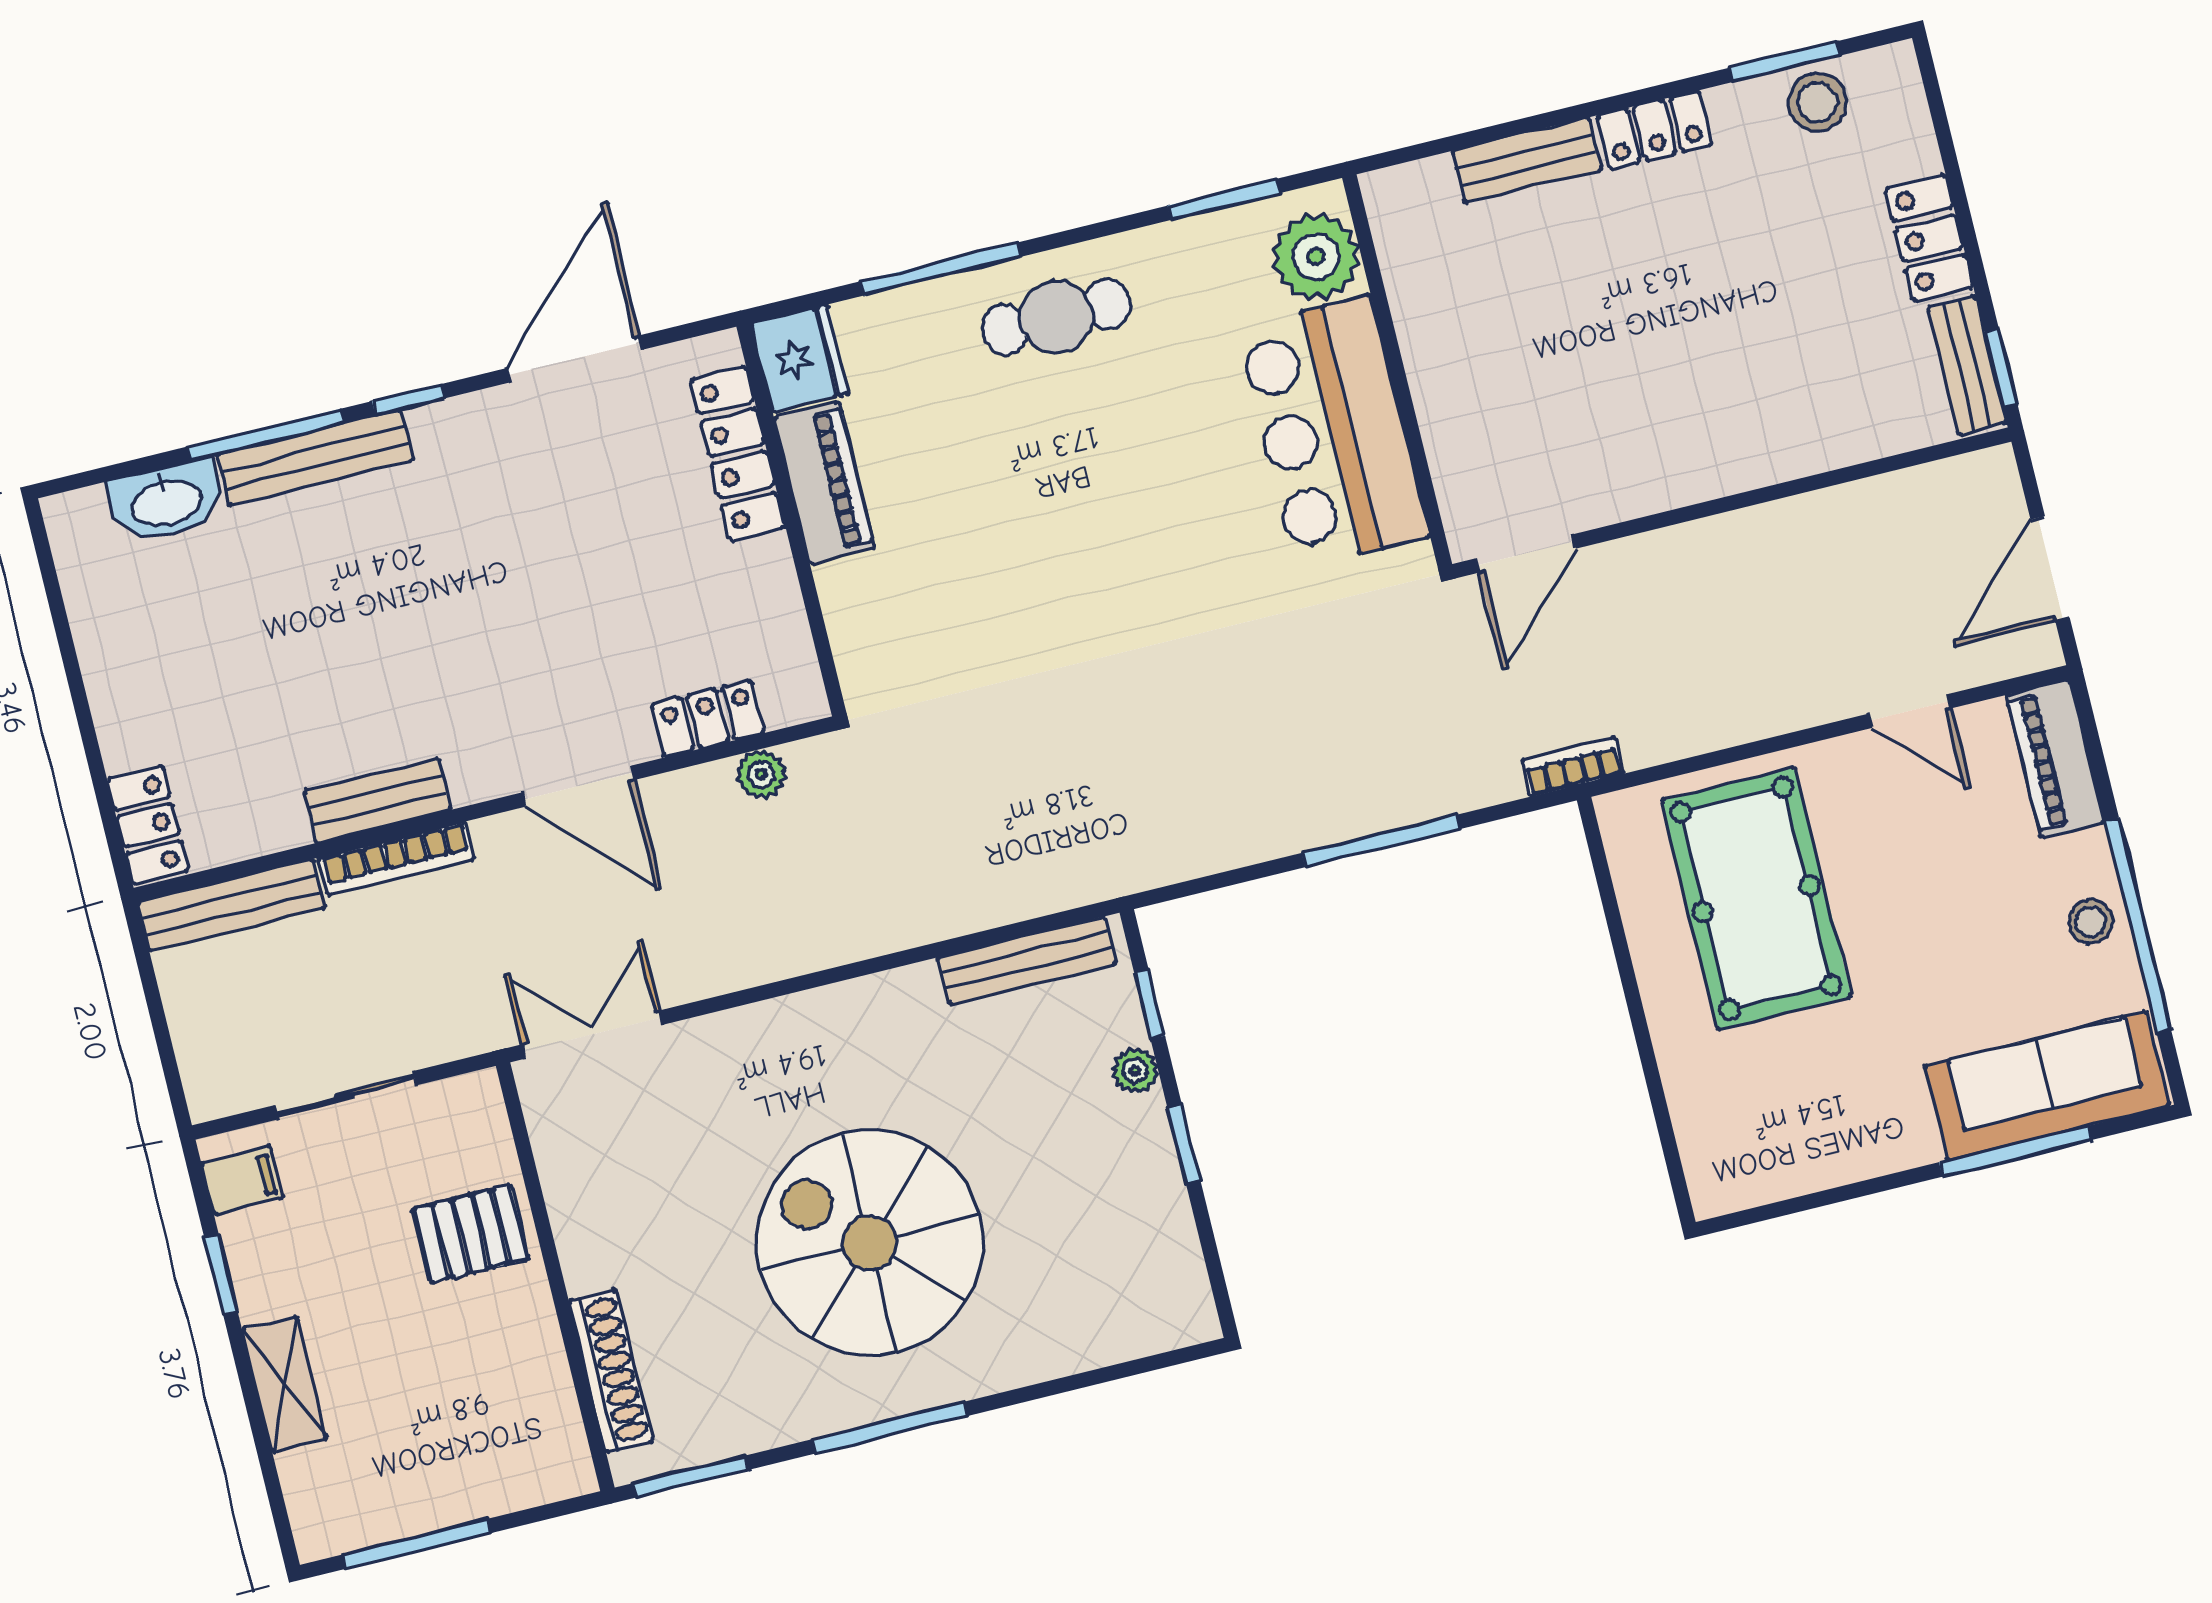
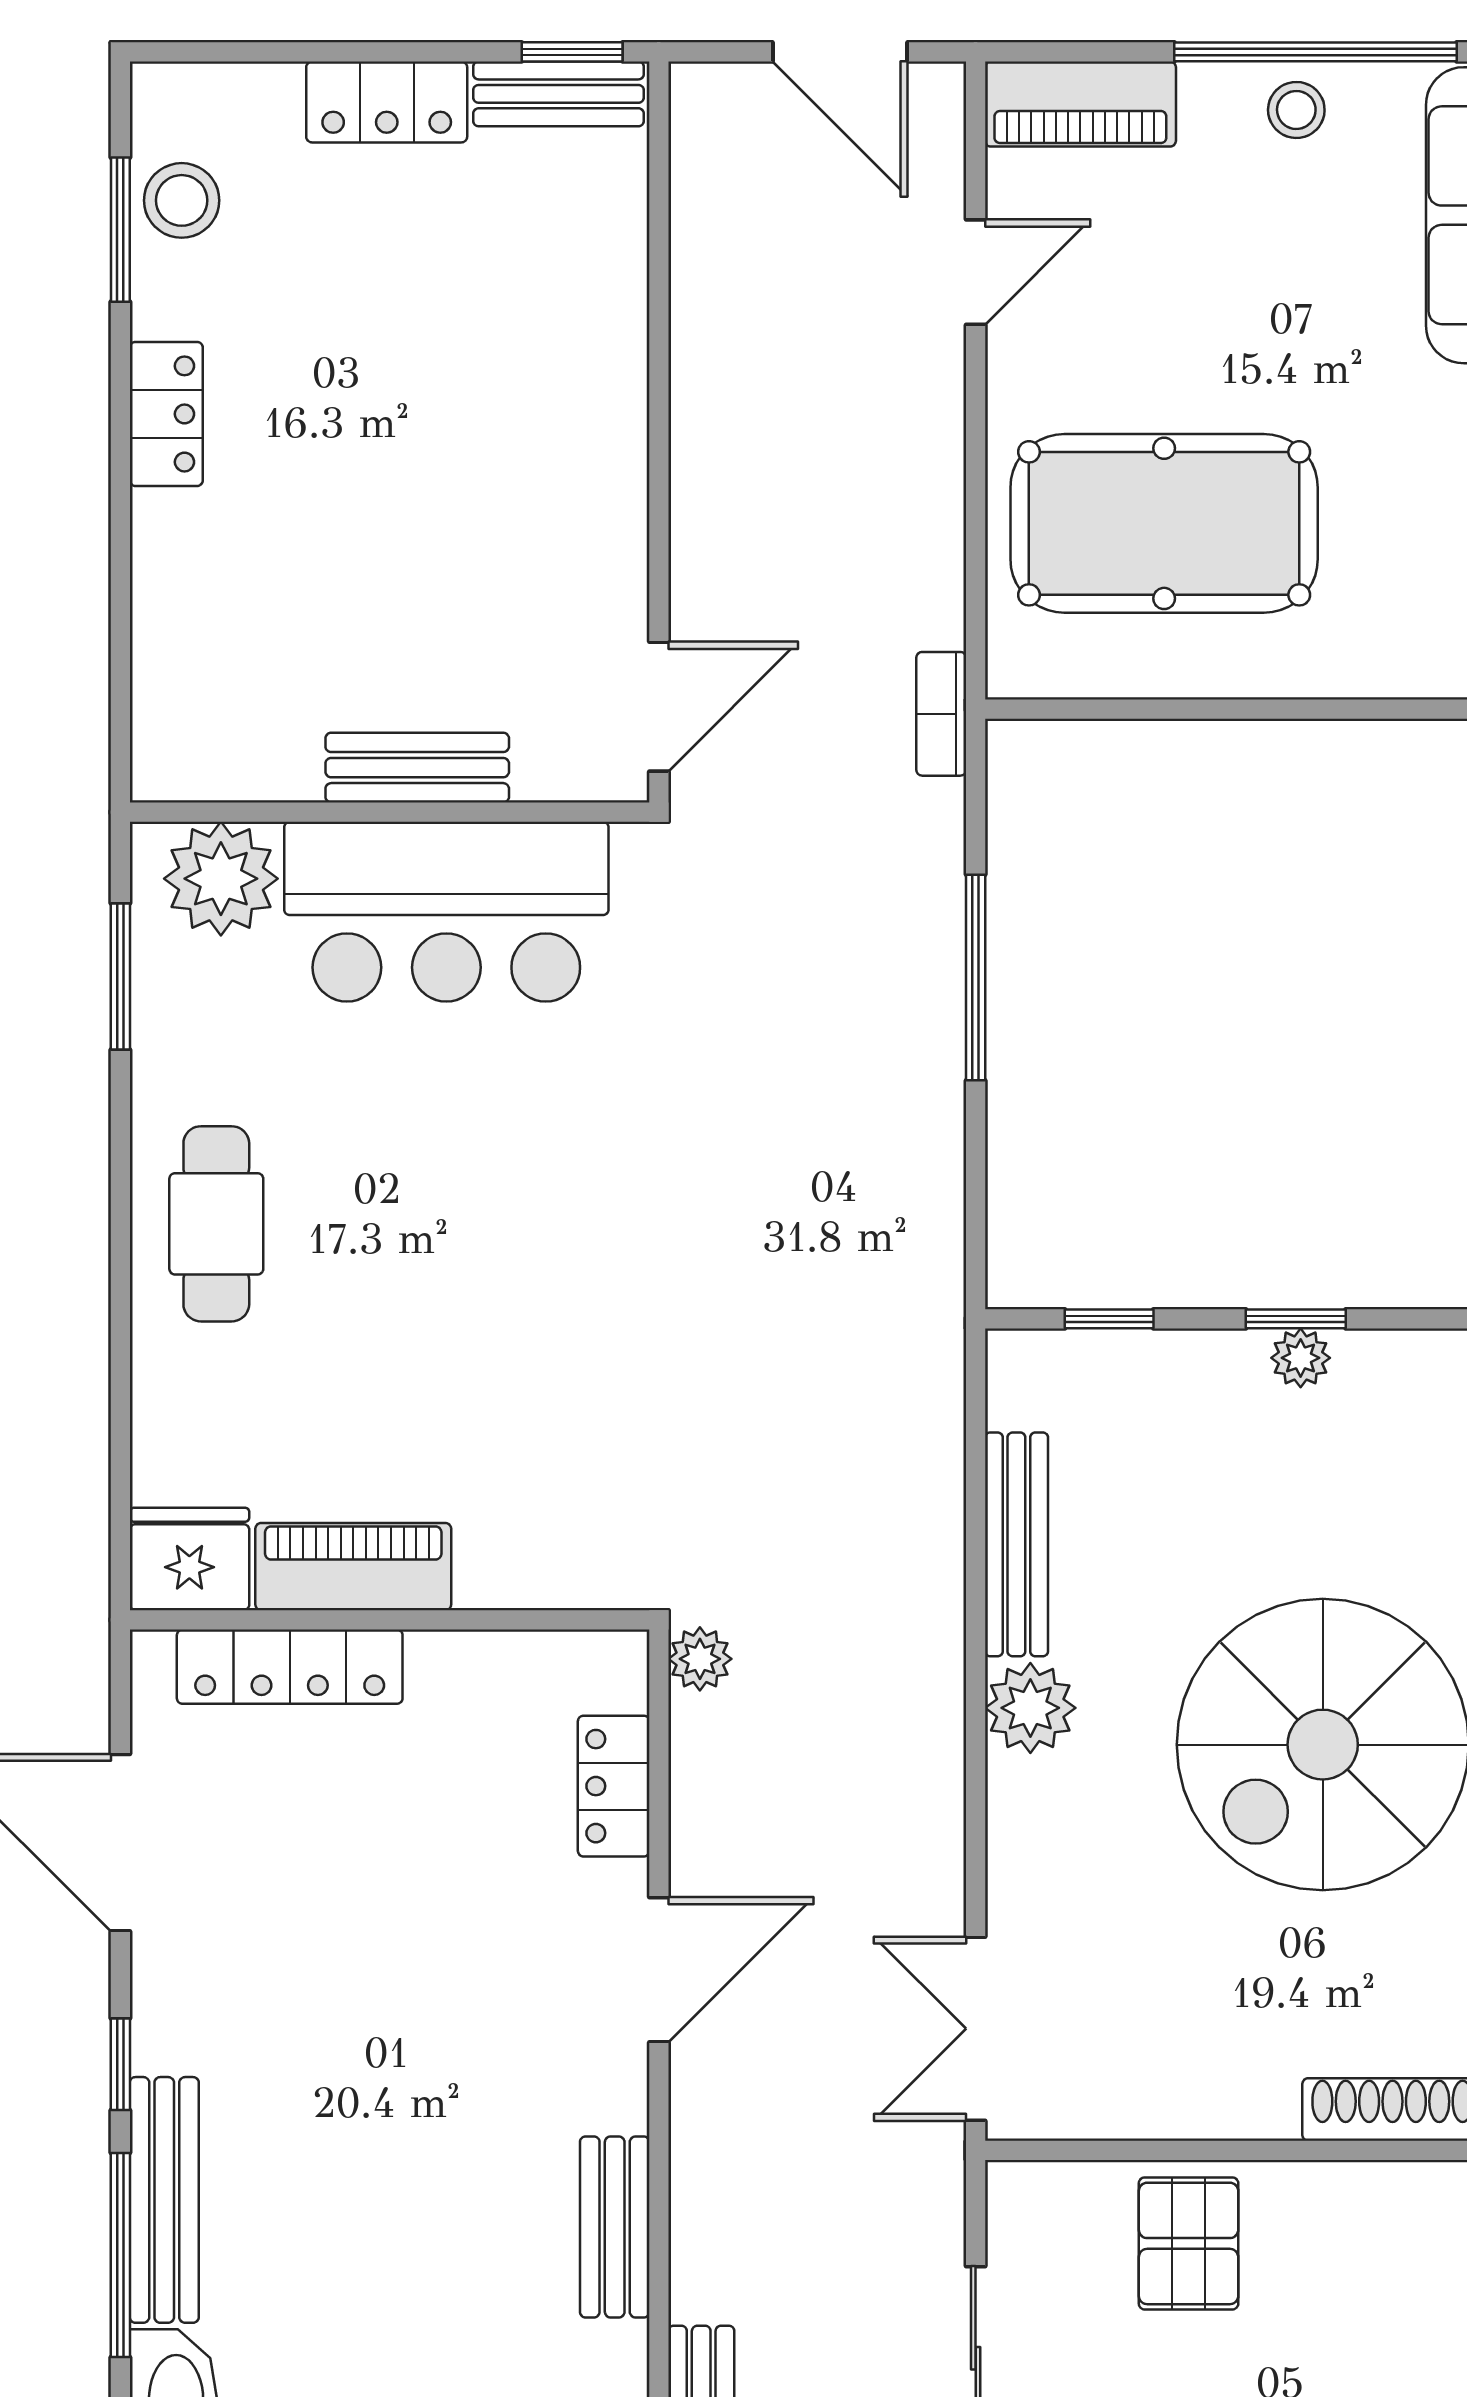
bench: (1527, 160) -> (417, 768), moved, turned 90
window: (941, 269) -> (120, 1354), removed
door: (1526, 553) -> (659, 707), hinge flipped
plant: (761, 774) -> (700, 1659), moved
bookcase: (396, 858) -> (693, 2221), removed
bench: (1027, 960) -> (1016, 1544), moved
plant: (843, 1017) -> (1030, 1708), added
plant: (1135, 1071) -> (1301, 1358), moved

